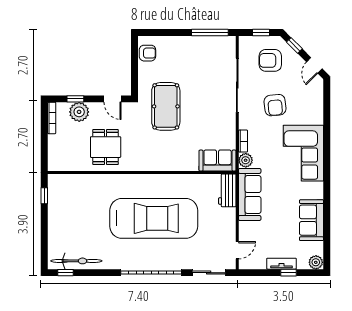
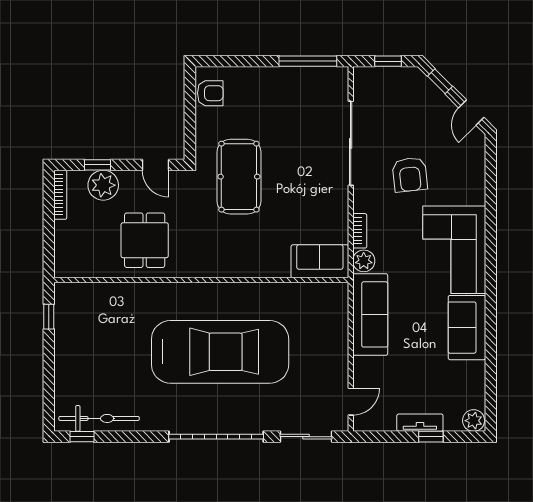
armchair: (270, 60) -> (402, 105), removed
workbench: (227, 190) -> (335, 308), removed
sofa: (311, 220) -> (467, 328), moved

